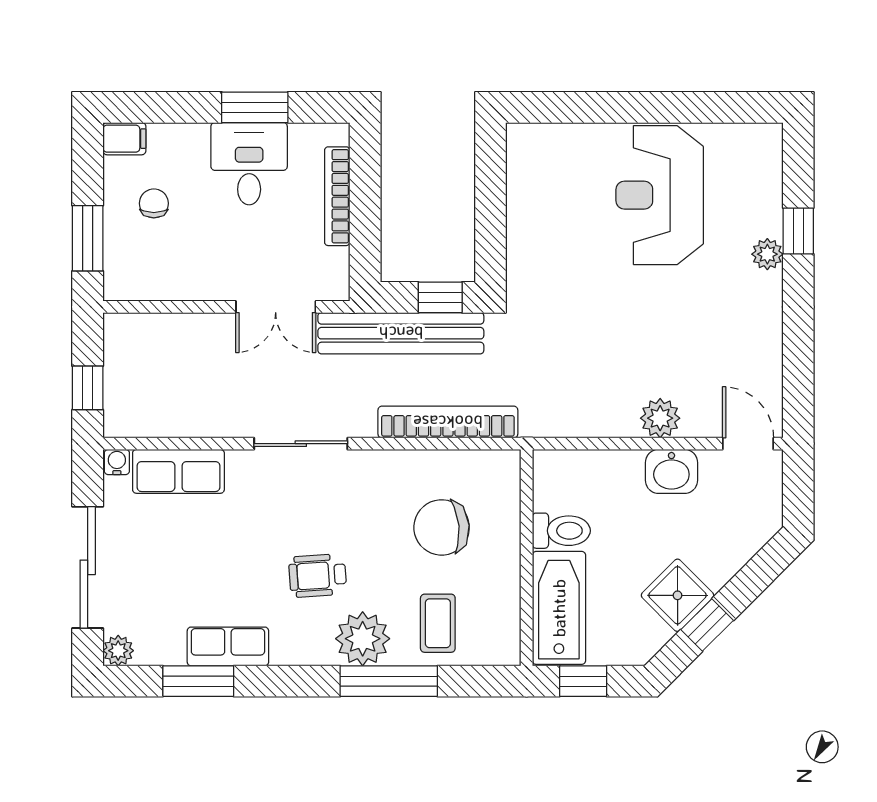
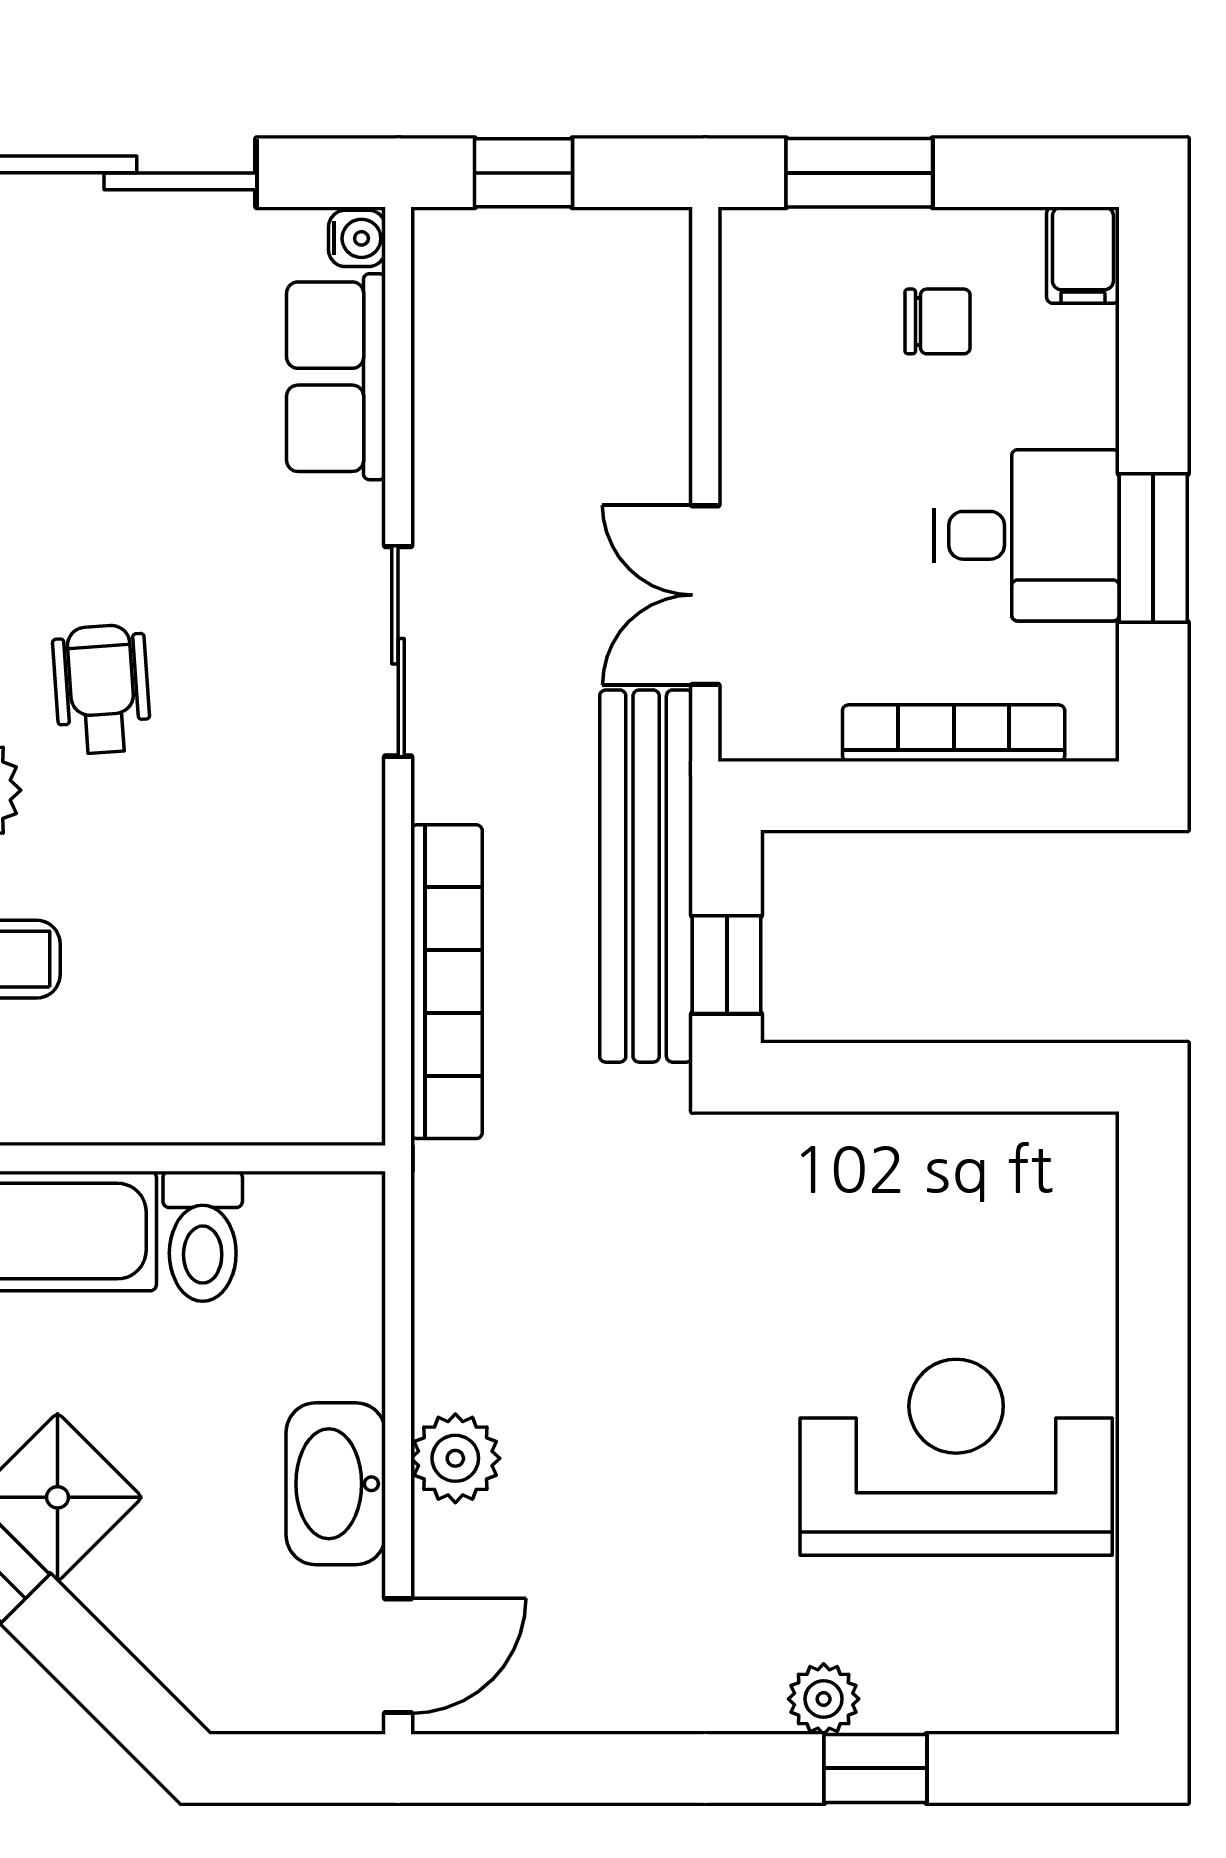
washbasin: (671, 471) -> (336, 1484), width x1.38
chair: (442, 527) -> (210, 968), removed

